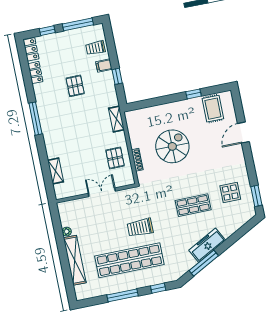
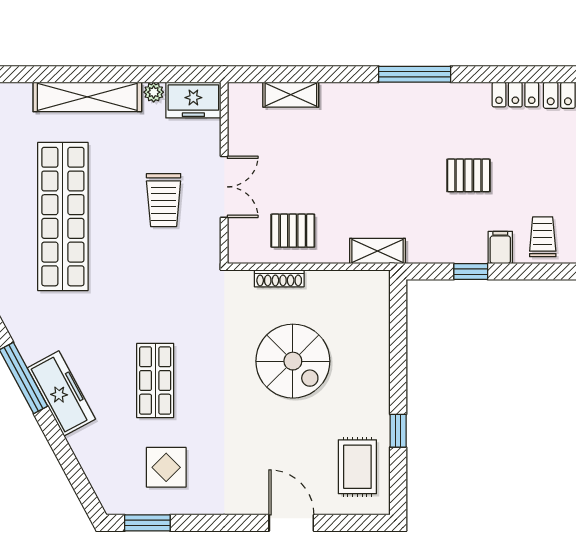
rug: (213, 109) -> (357, 467), turned 90
freezer: (67, 213) -> (193, 100), added
trolley: (140, 227) -> (164, 200), moved, turned 180

